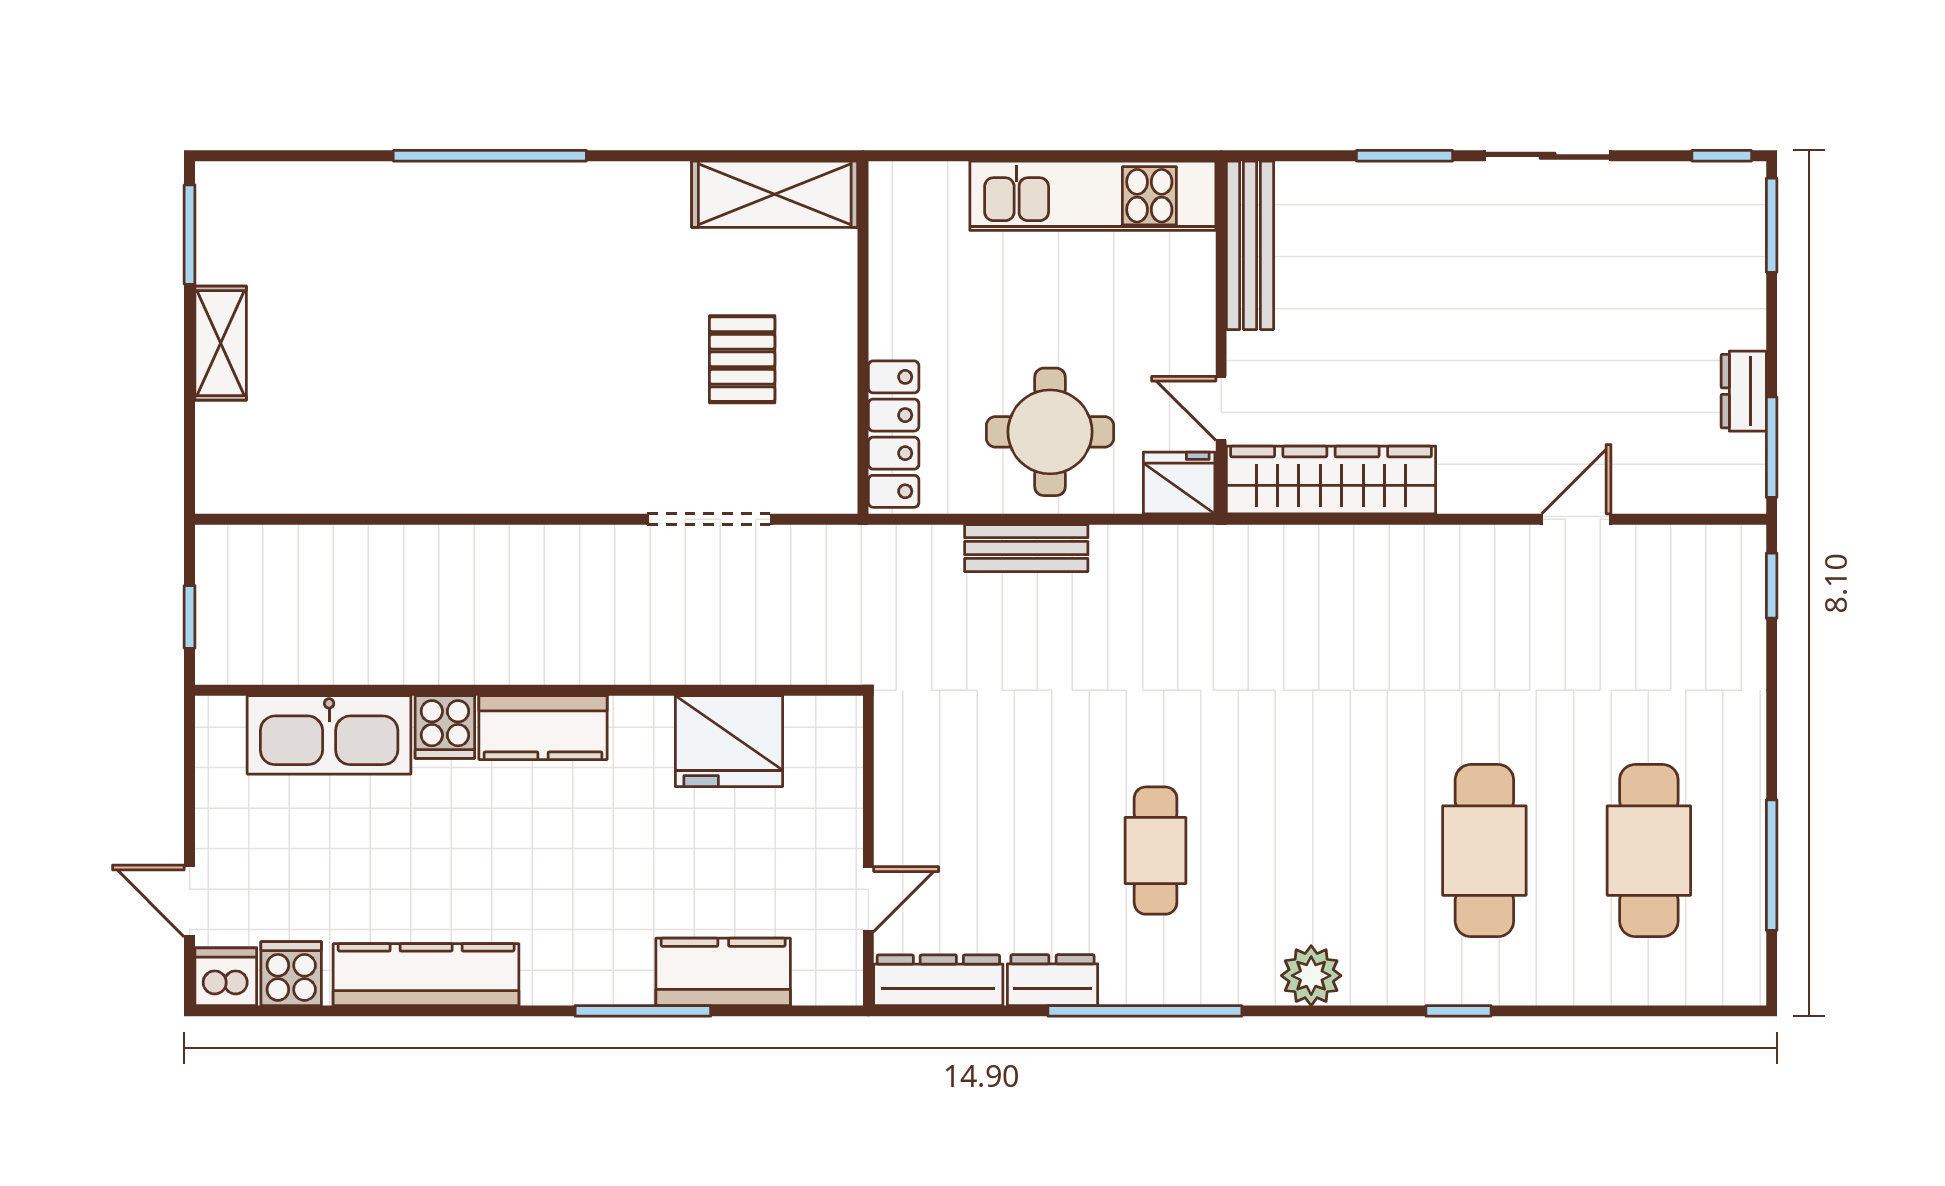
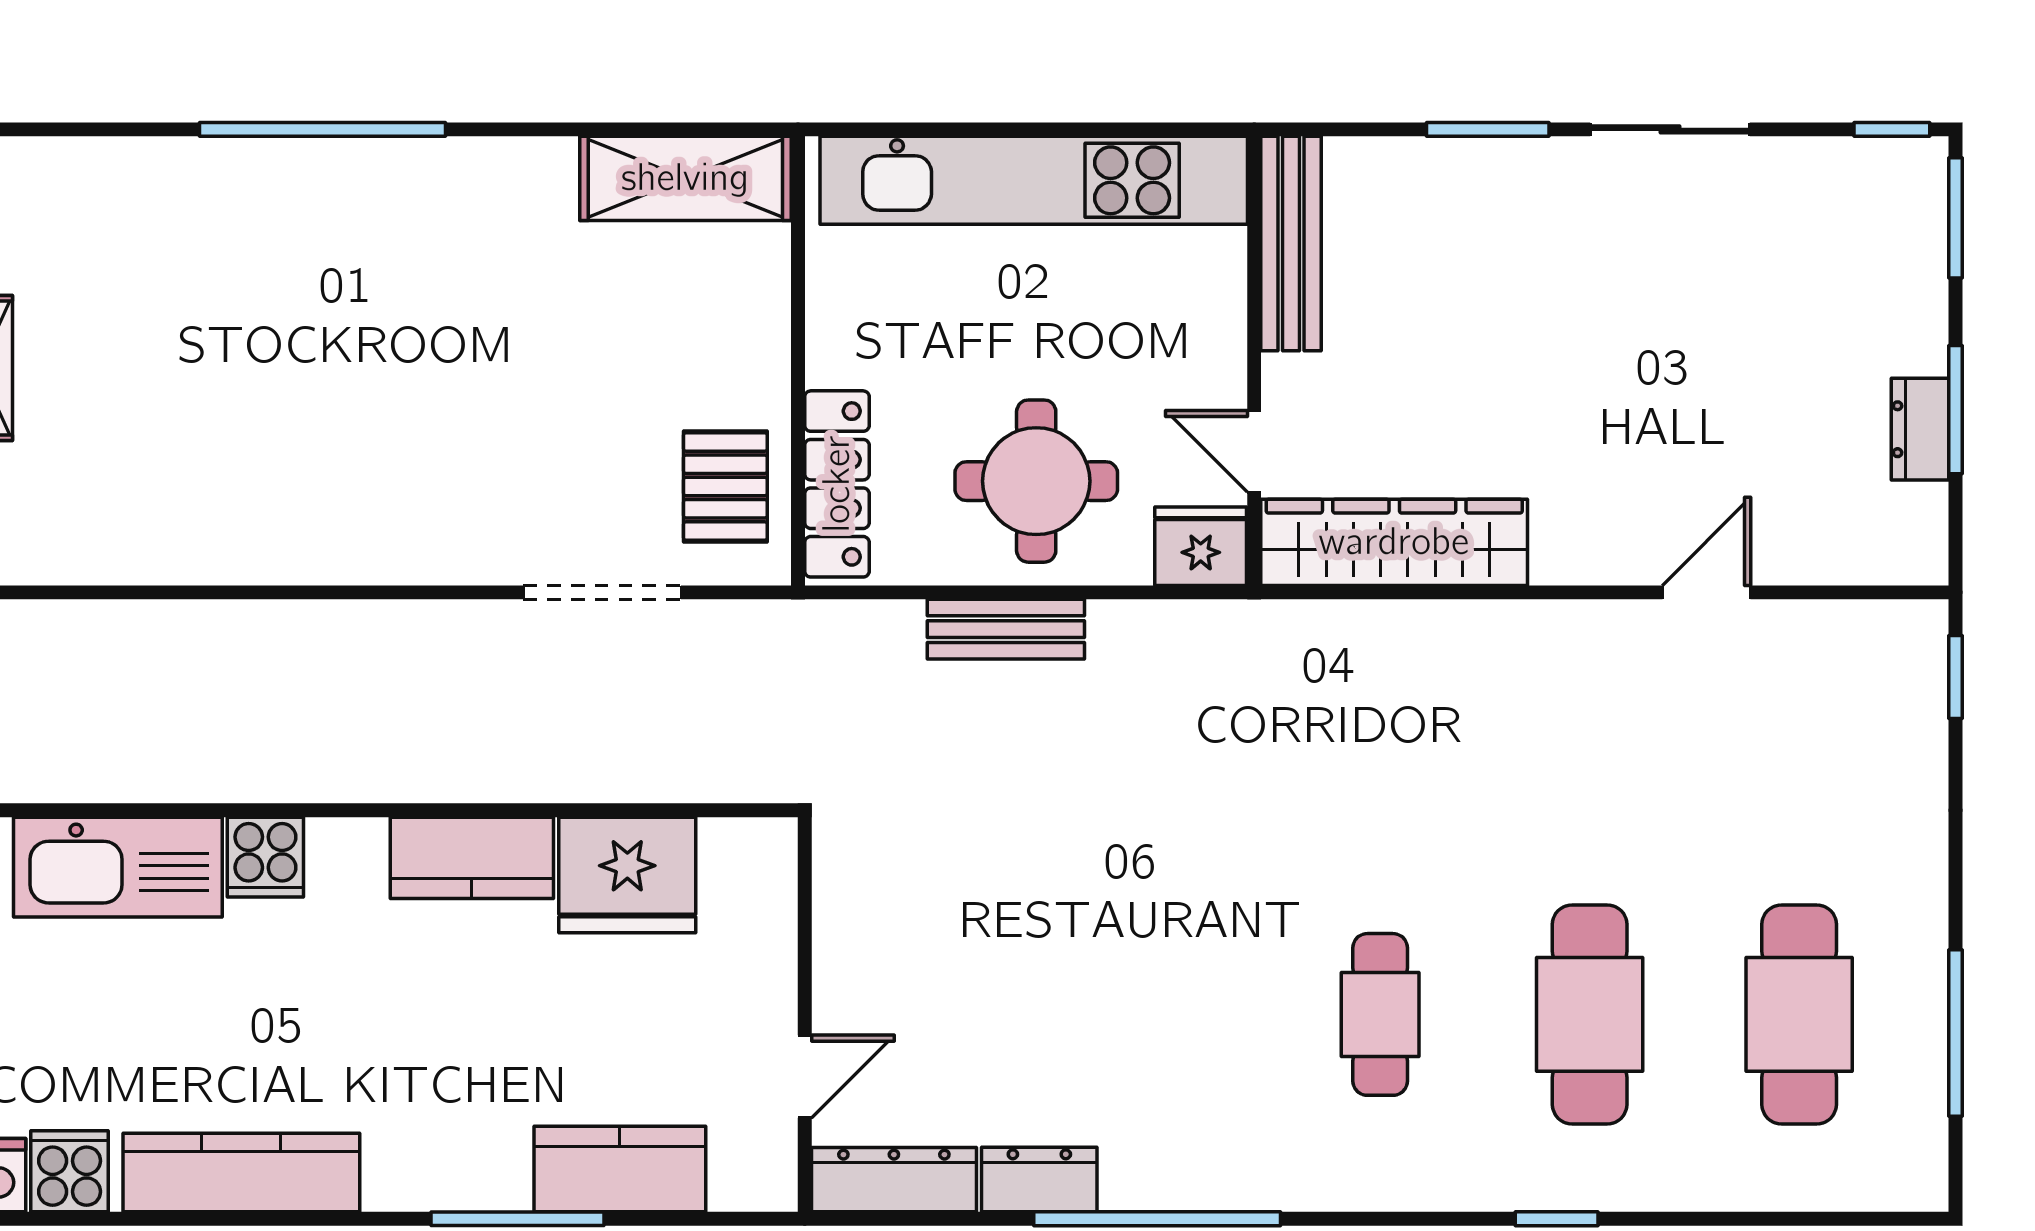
kitchen unit: (1093, 196) -> (1034, 180), width x1.36
pallet: (742, 359) -> (725, 486), moved
window: (1772, 447) -> (1955, 410), moved
kitchen counter: (543, 728) -> (472, 858), moved
cafe table: (1156, 851) -> (1380, 1014), moved
plant: (1311, 976) -> (1369, 1174), removed

